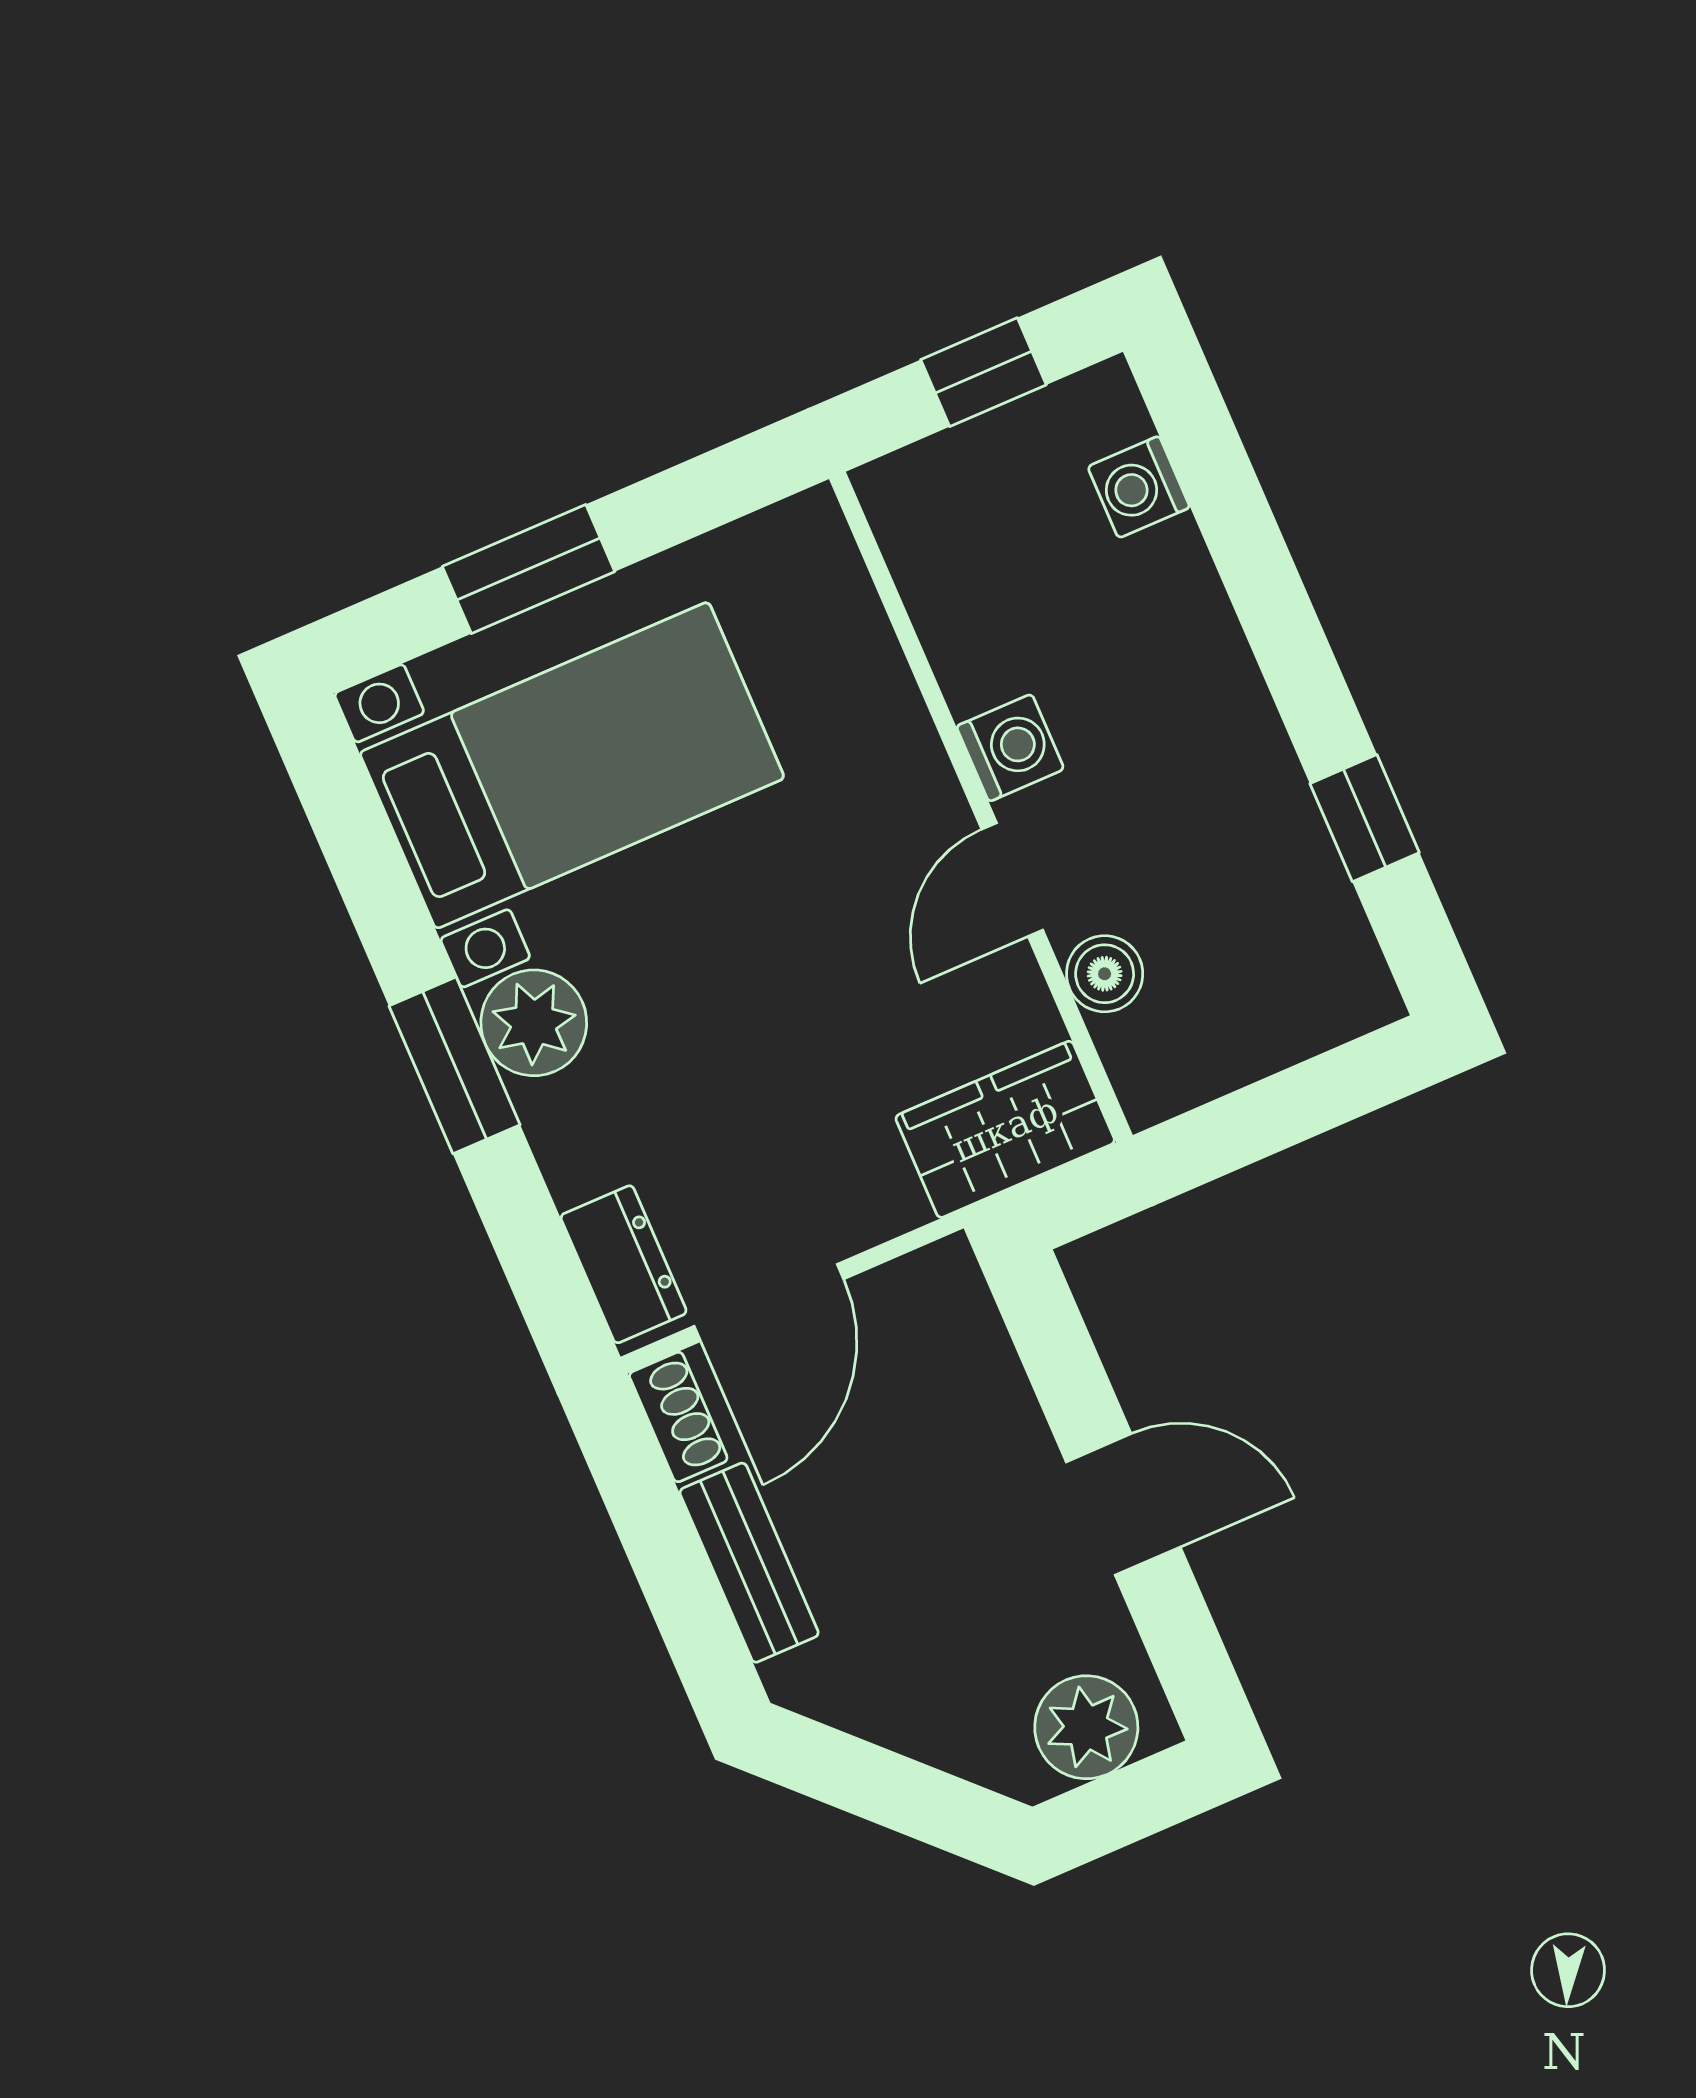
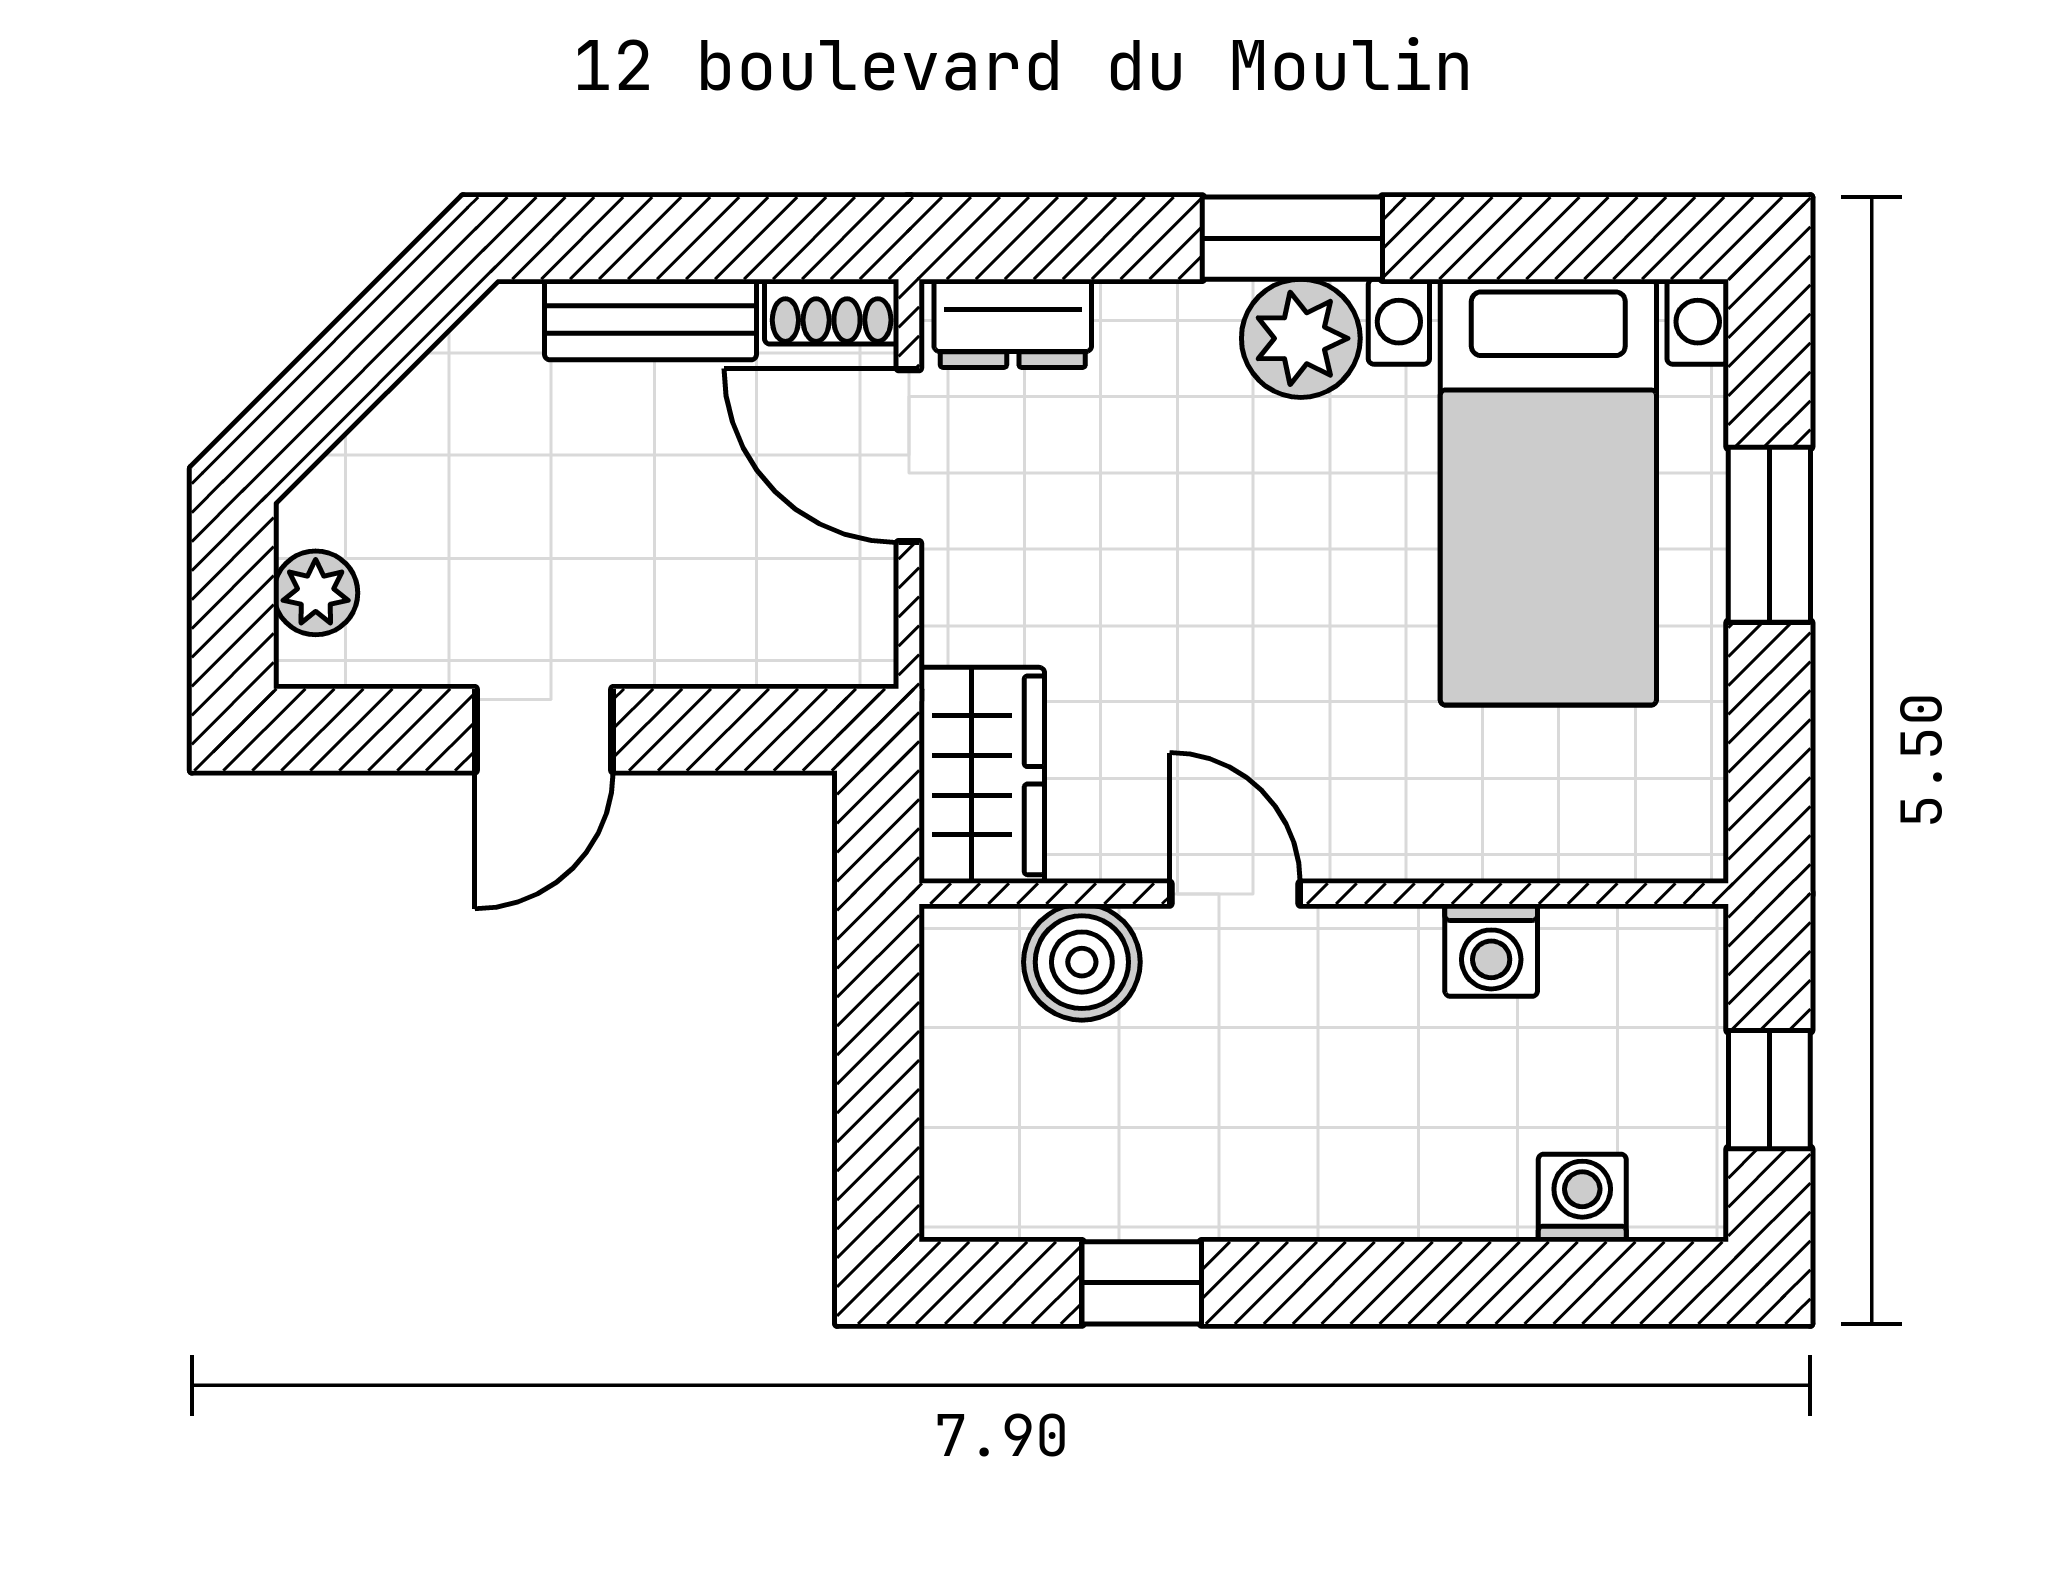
washing machine: (1010, 748) -> (1491, 950), moved
boiler: (1105, 974) -> (1082, 962), width x1.36, depth x1.36
plant: (1086, 1727) -> (316, 593), width x0.73, depth x0.73

